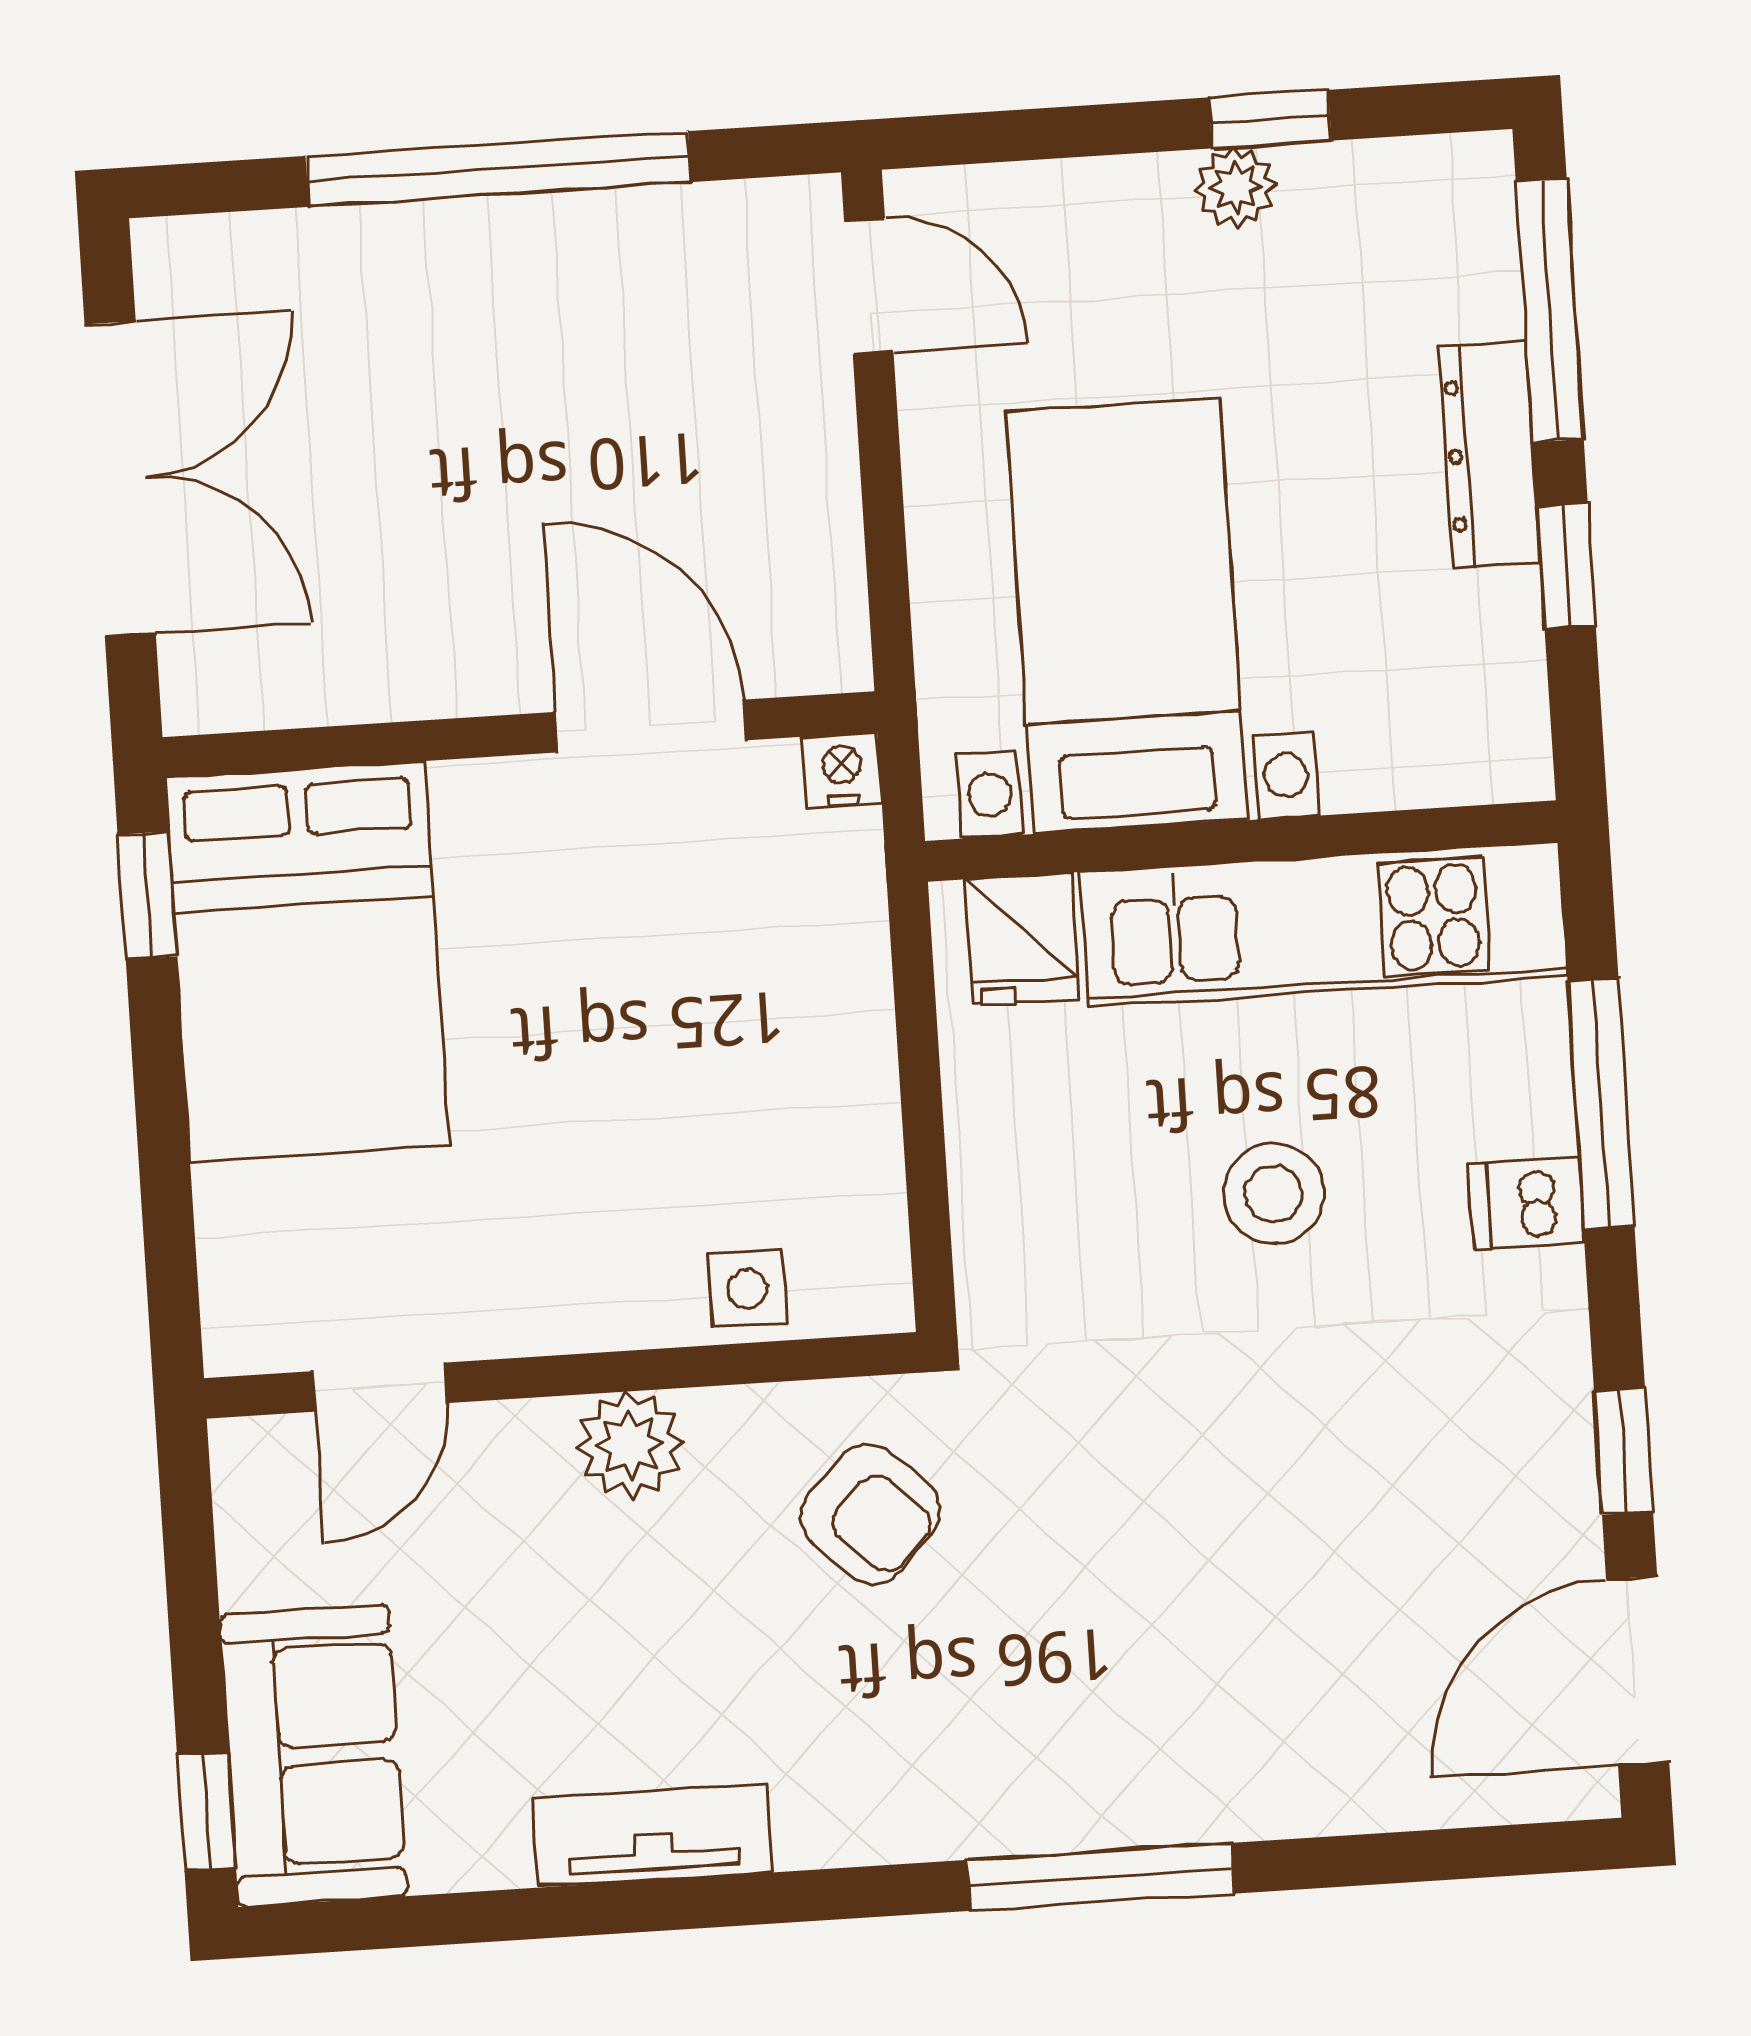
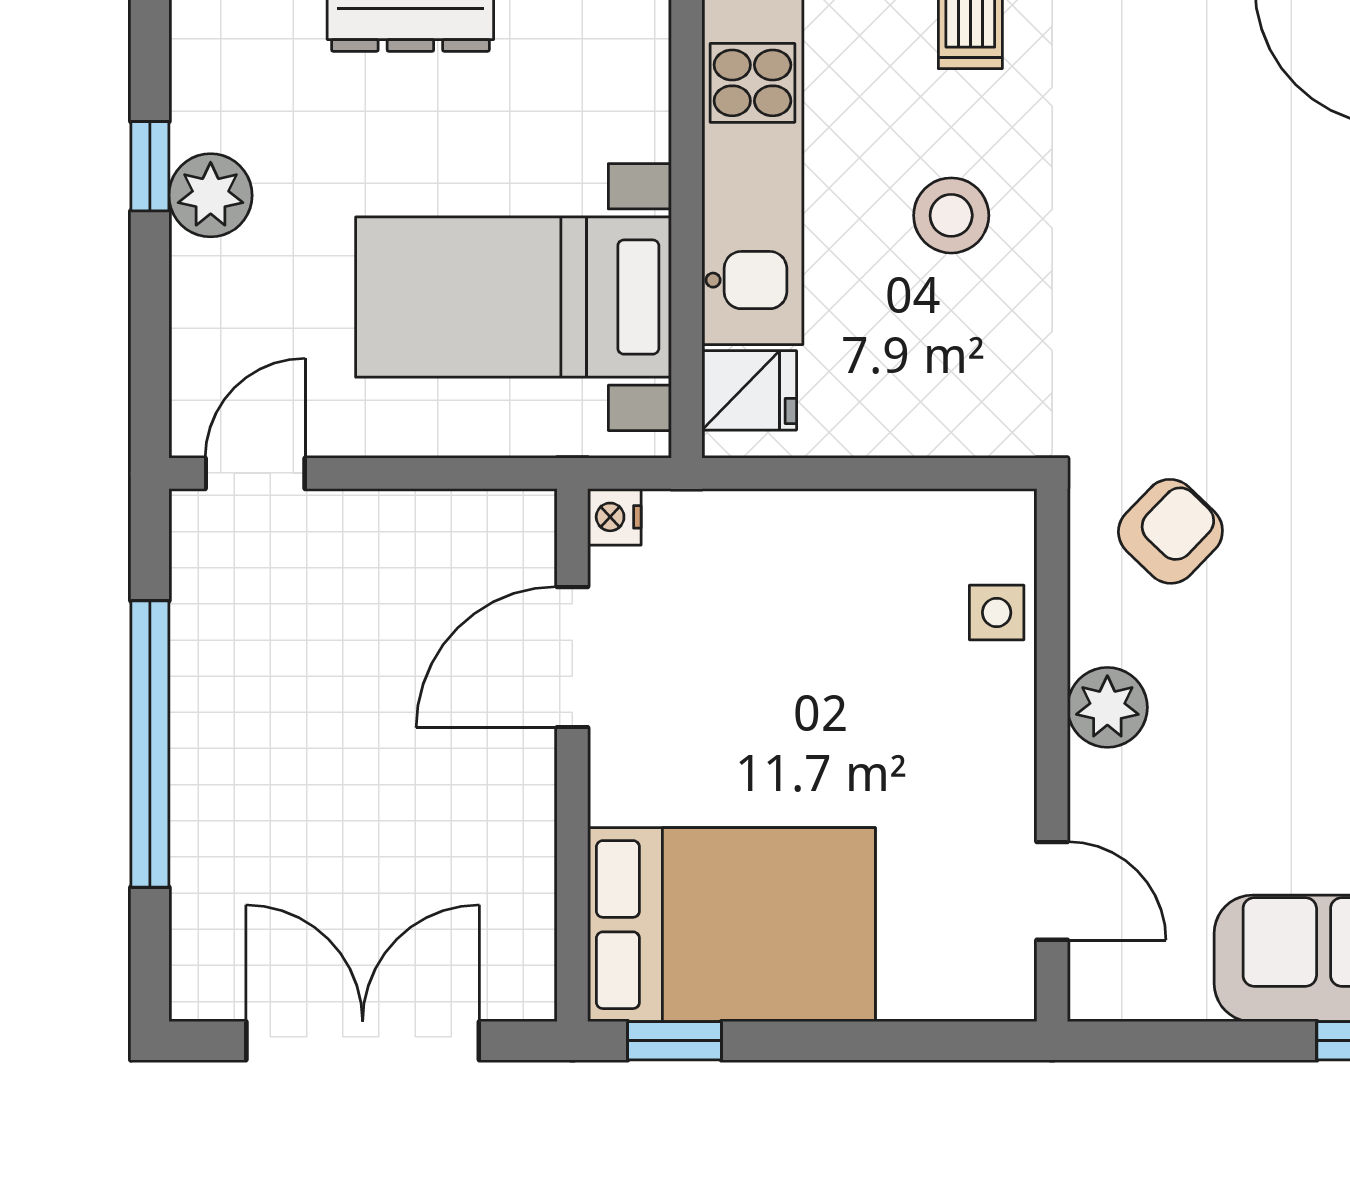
plant: (1236, 187) -> (211, 195), width x1.38, depth x1.38

